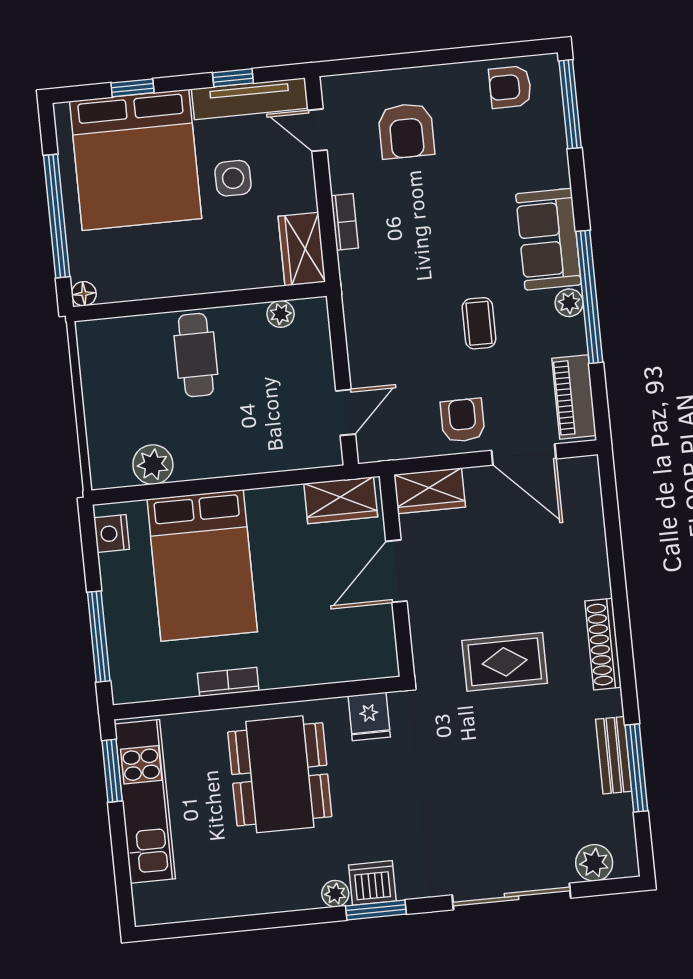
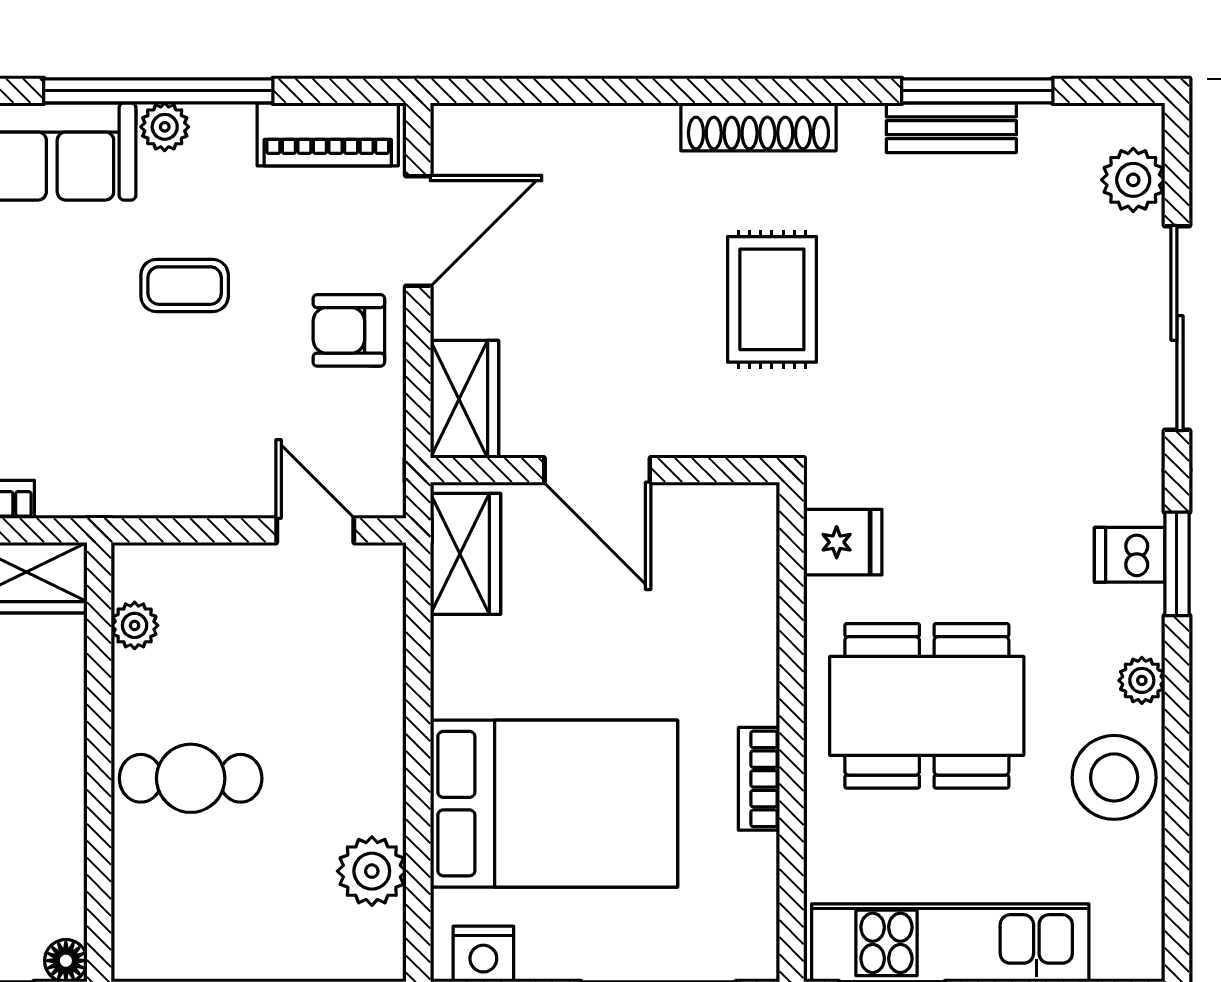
dishwasher: (372, 883) -> (1130, 555), width x0.73
stool: (249, 886) -> (1114, 777), added
plant: (335, 894) -> (1142, 680), moved

